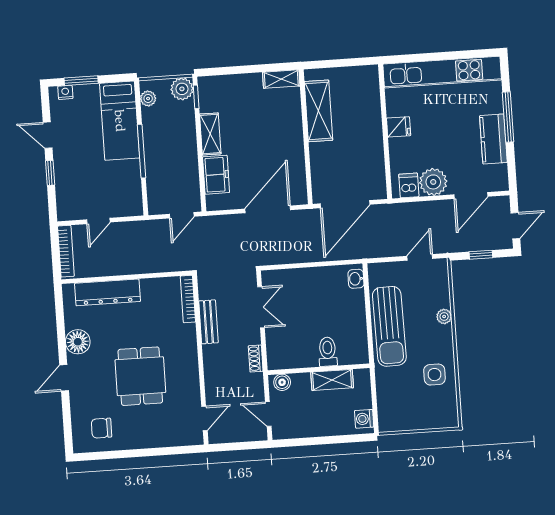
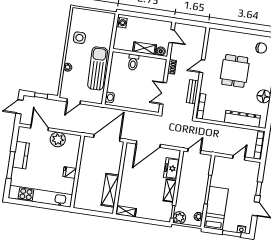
dishwasher: (409, 185) -> (71, 140), removed
door: (471, 196) -> (40, 128), hinge flipped
shelving: (332, 380) -> (144, 48), moved
door: (204, 418) -> (202, 66), moved

